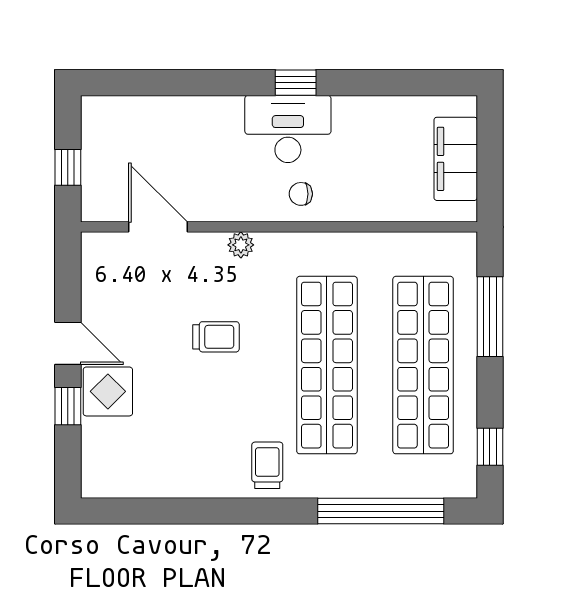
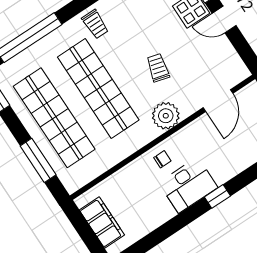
window: (296, 83) -> (217, 196), moved
door: (158, 227) -> (218, 101), hinge flipped
plant: (241, 245) -> (166, 116), width x1.87, depth x1.87
trolley: (216, 337) -> (158, 68), turned 105

